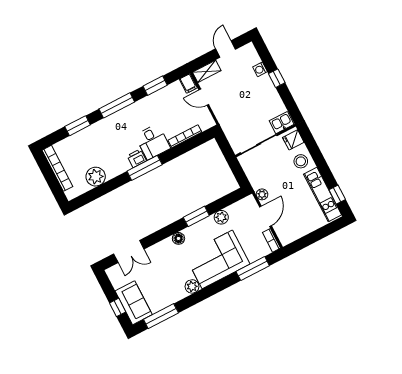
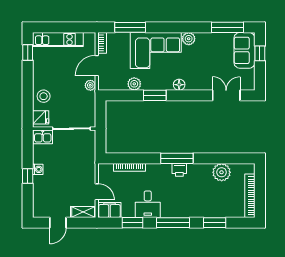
washing machine: (260, 69) -> (38, 169), moved
filing cabinet: (188, 83) -> (109, 210), width x2.00
desk: (153, 142) -> (148, 204), moved, turned 180
kitchen unit: (323, 194) -> (58, 39), moved, turned 90

